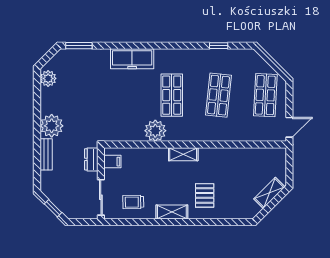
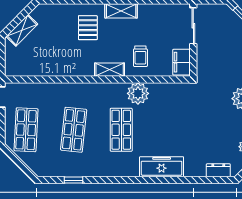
window: (79, 46) -> (216, 180), removed
dresser: (91, 159) -> (218, 170), moved, turned -90
filing cabinet: (112, 162) -> (182, 62), width x2.00
trolley: (133, 202) -> (140, 56), moved, turned 91

